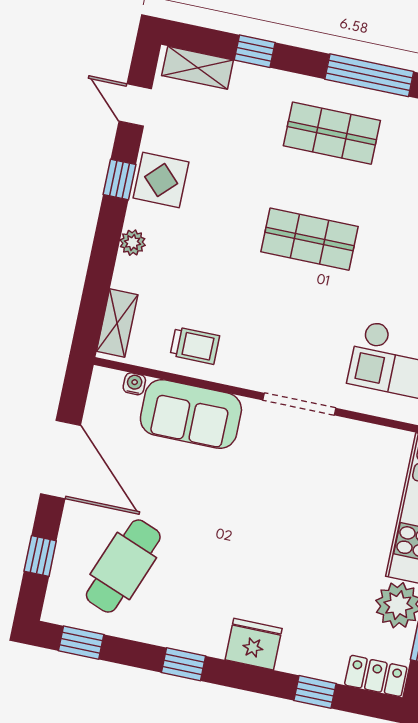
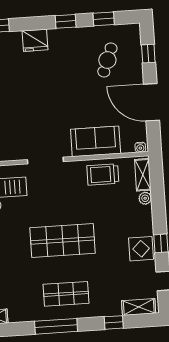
shop shelf: (310, 239) -> (63, 240), width x1.43, depth x1.36
plant: (133, 243) -> (145, 198), moved
trolley: (195, 346) -> (103, 174), width x1.36, depth x1.39
water cooler: (134, 384) -> (140, 147), moved
cafe table: (123, 566) -> (107, 60), width x0.73, depth x0.74
window: (81, 643) -> (104, 19), moved

